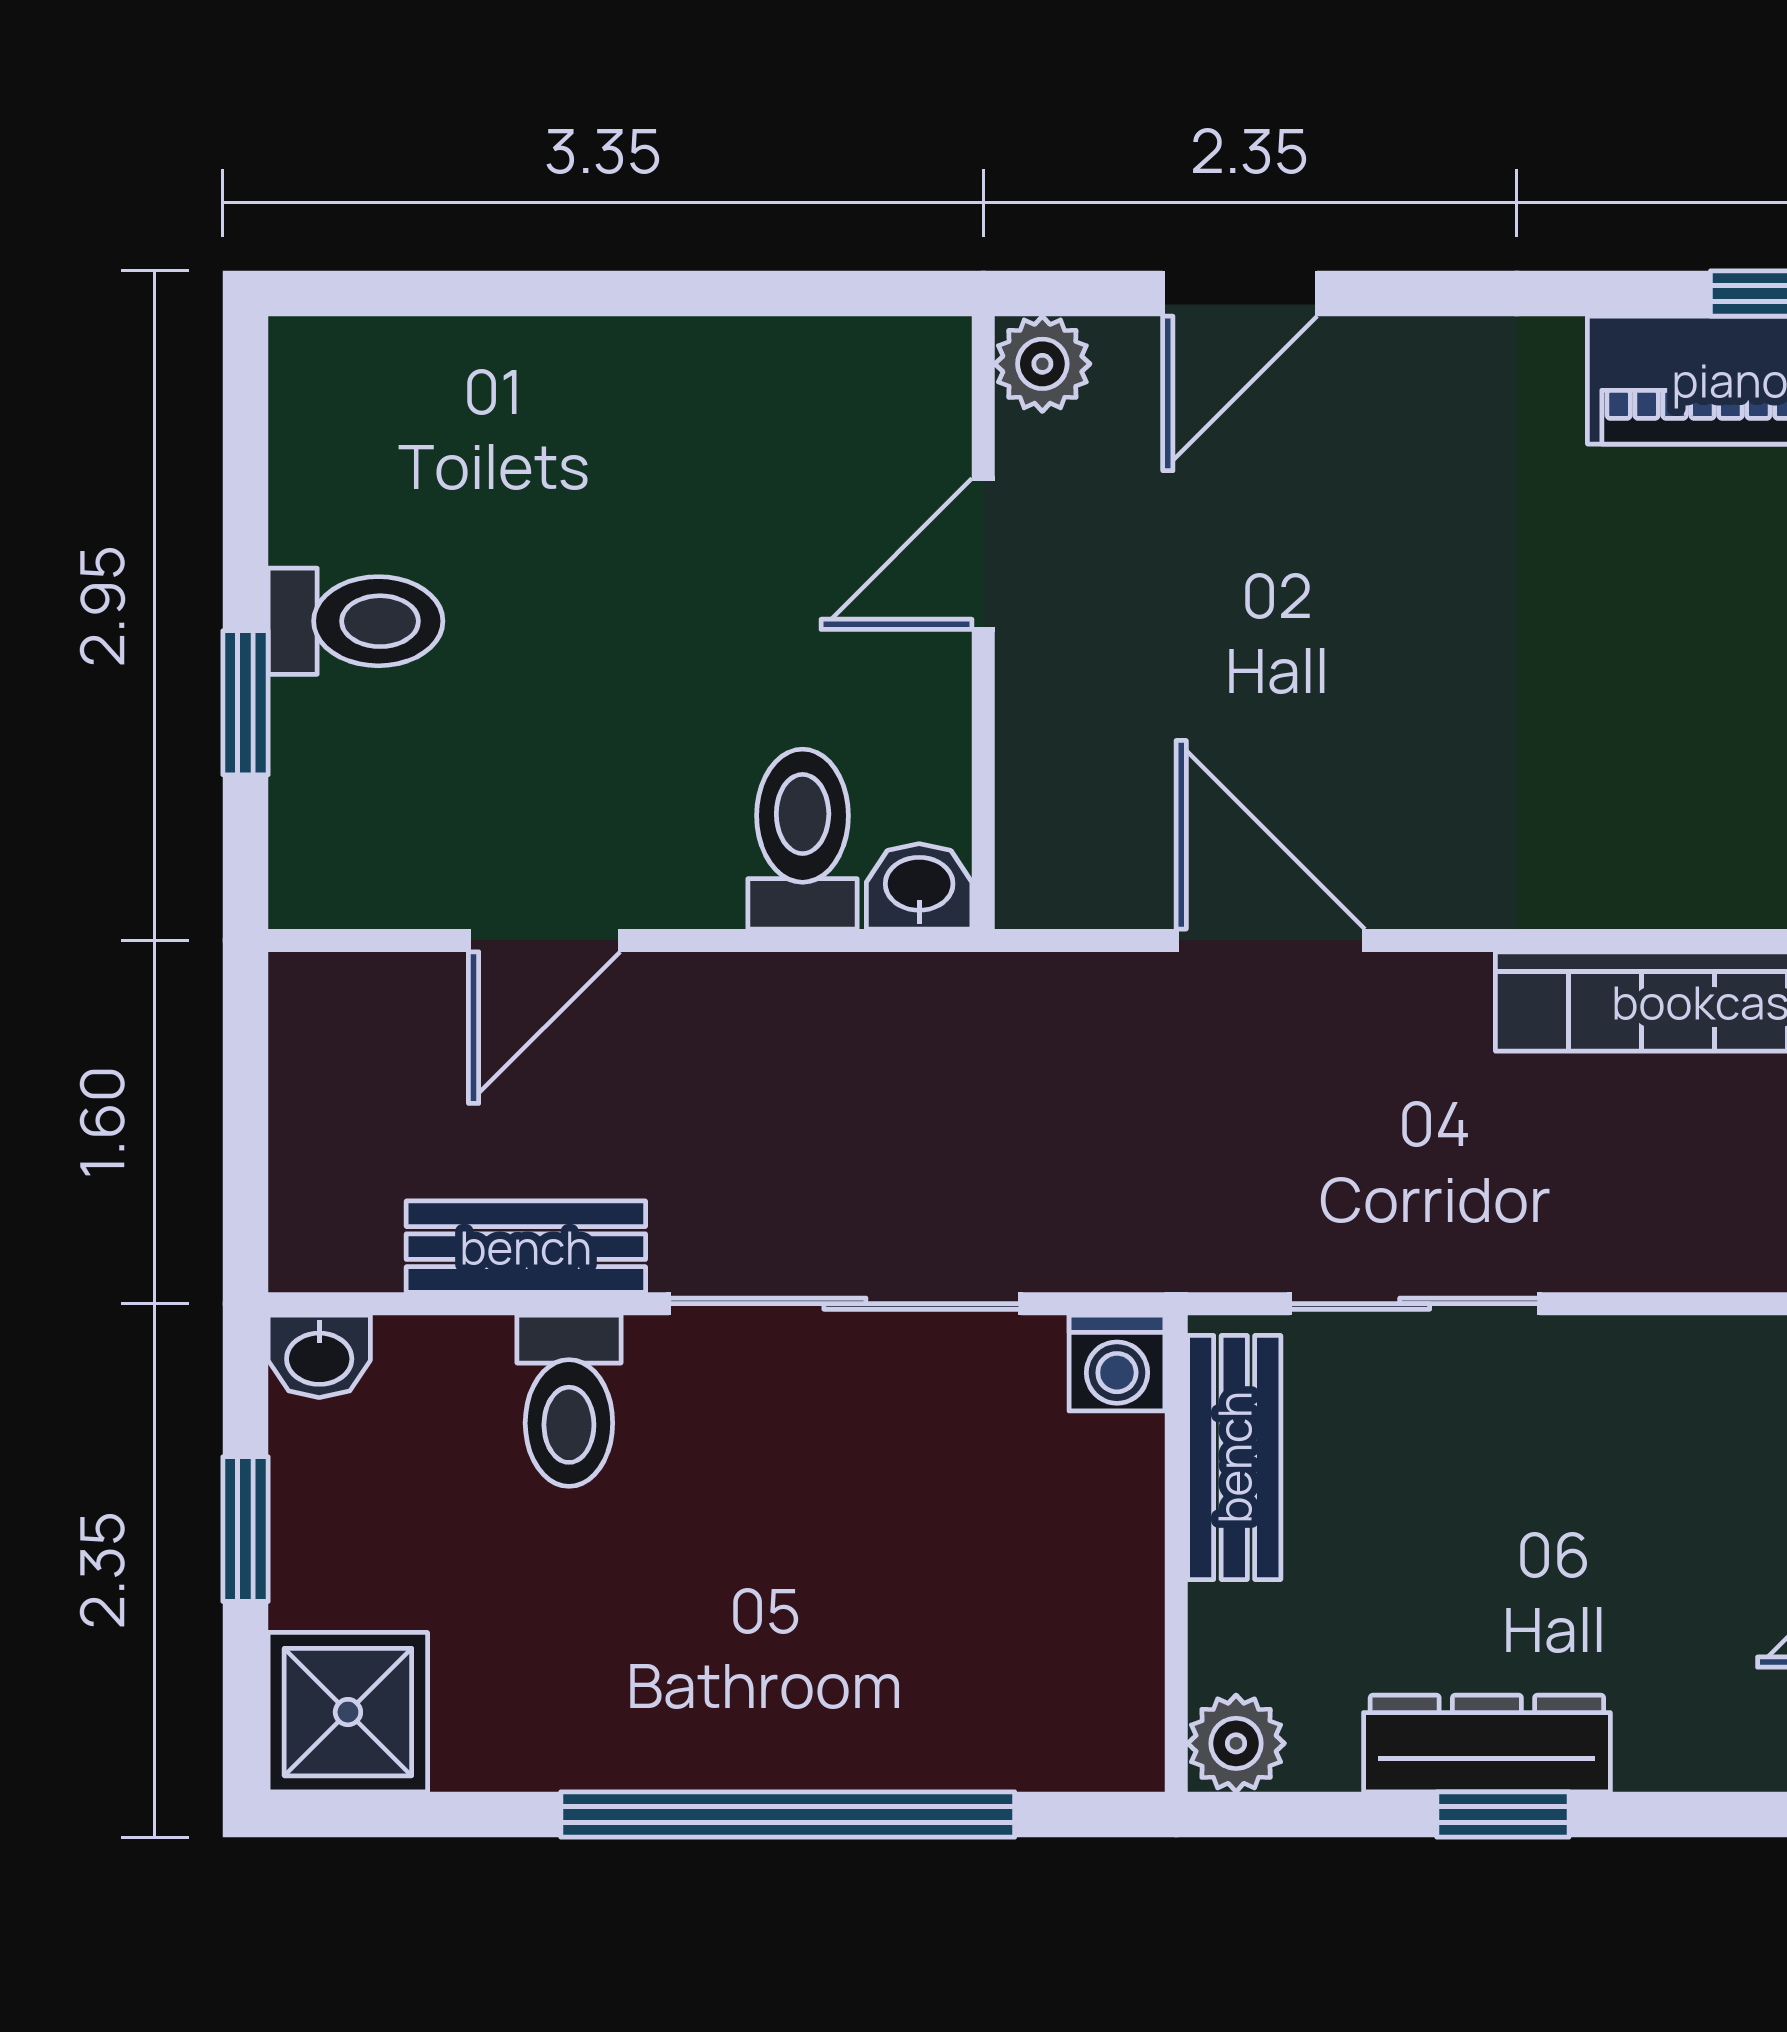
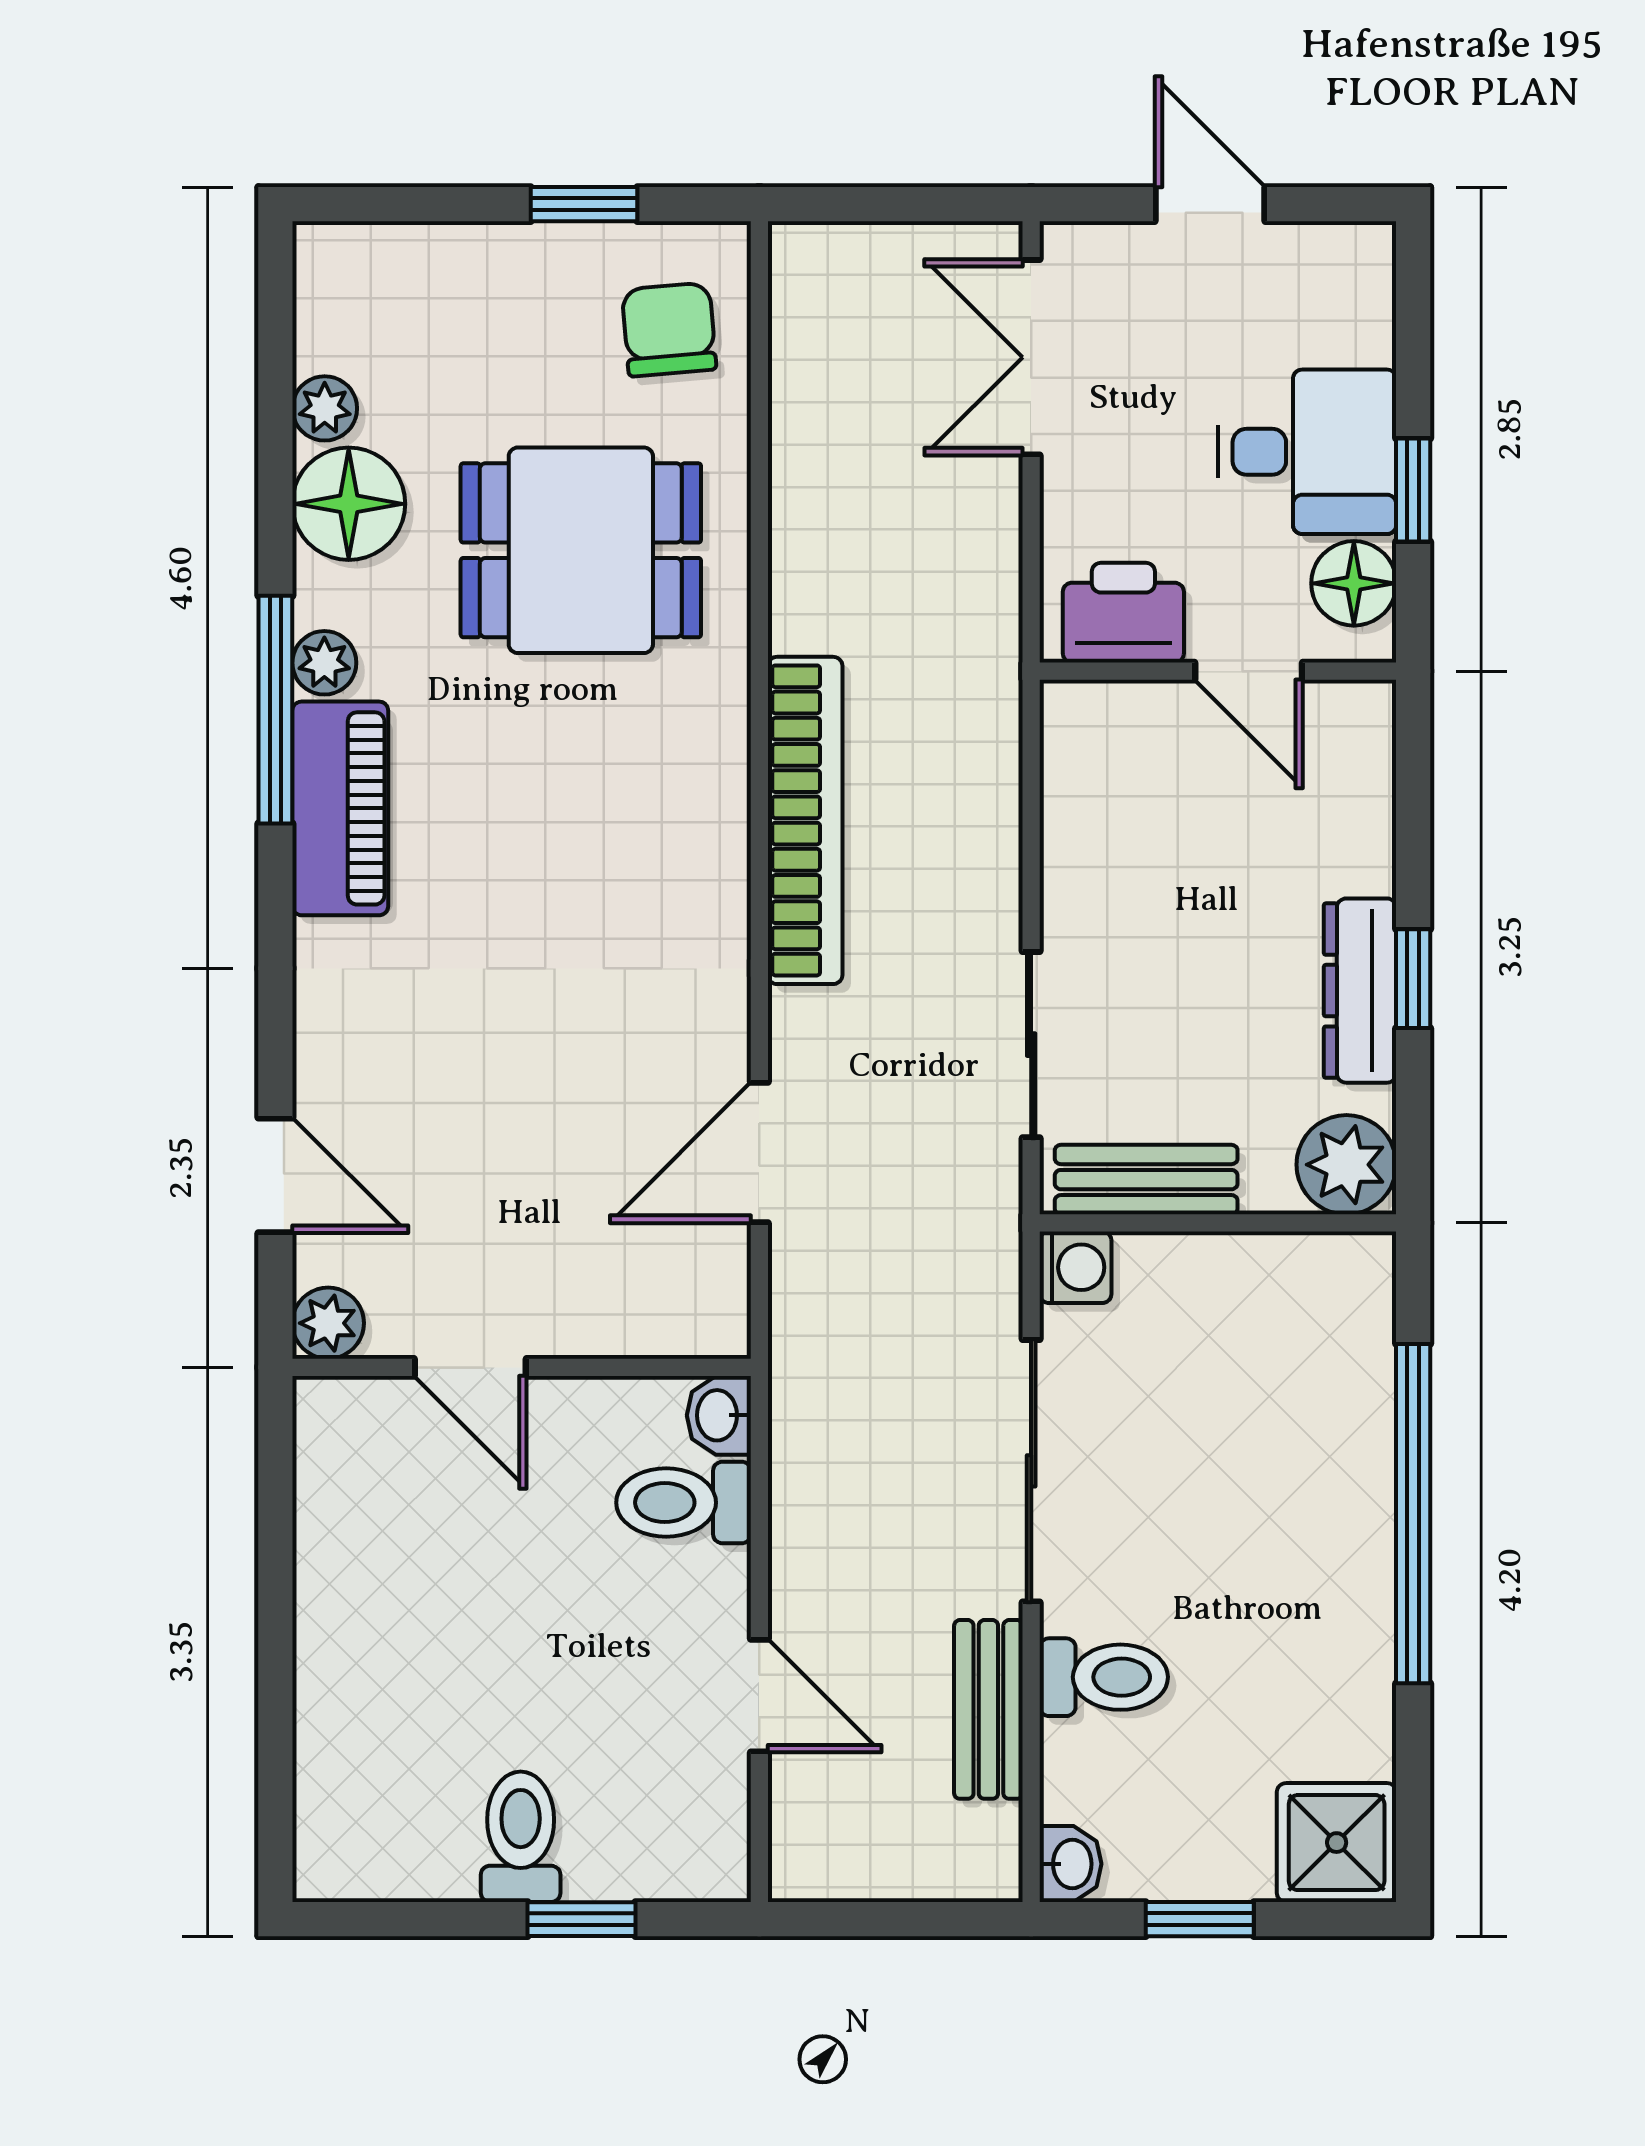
plant: (1236, 1743) -> (1346, 1165), width x1.38, depth x1.38

